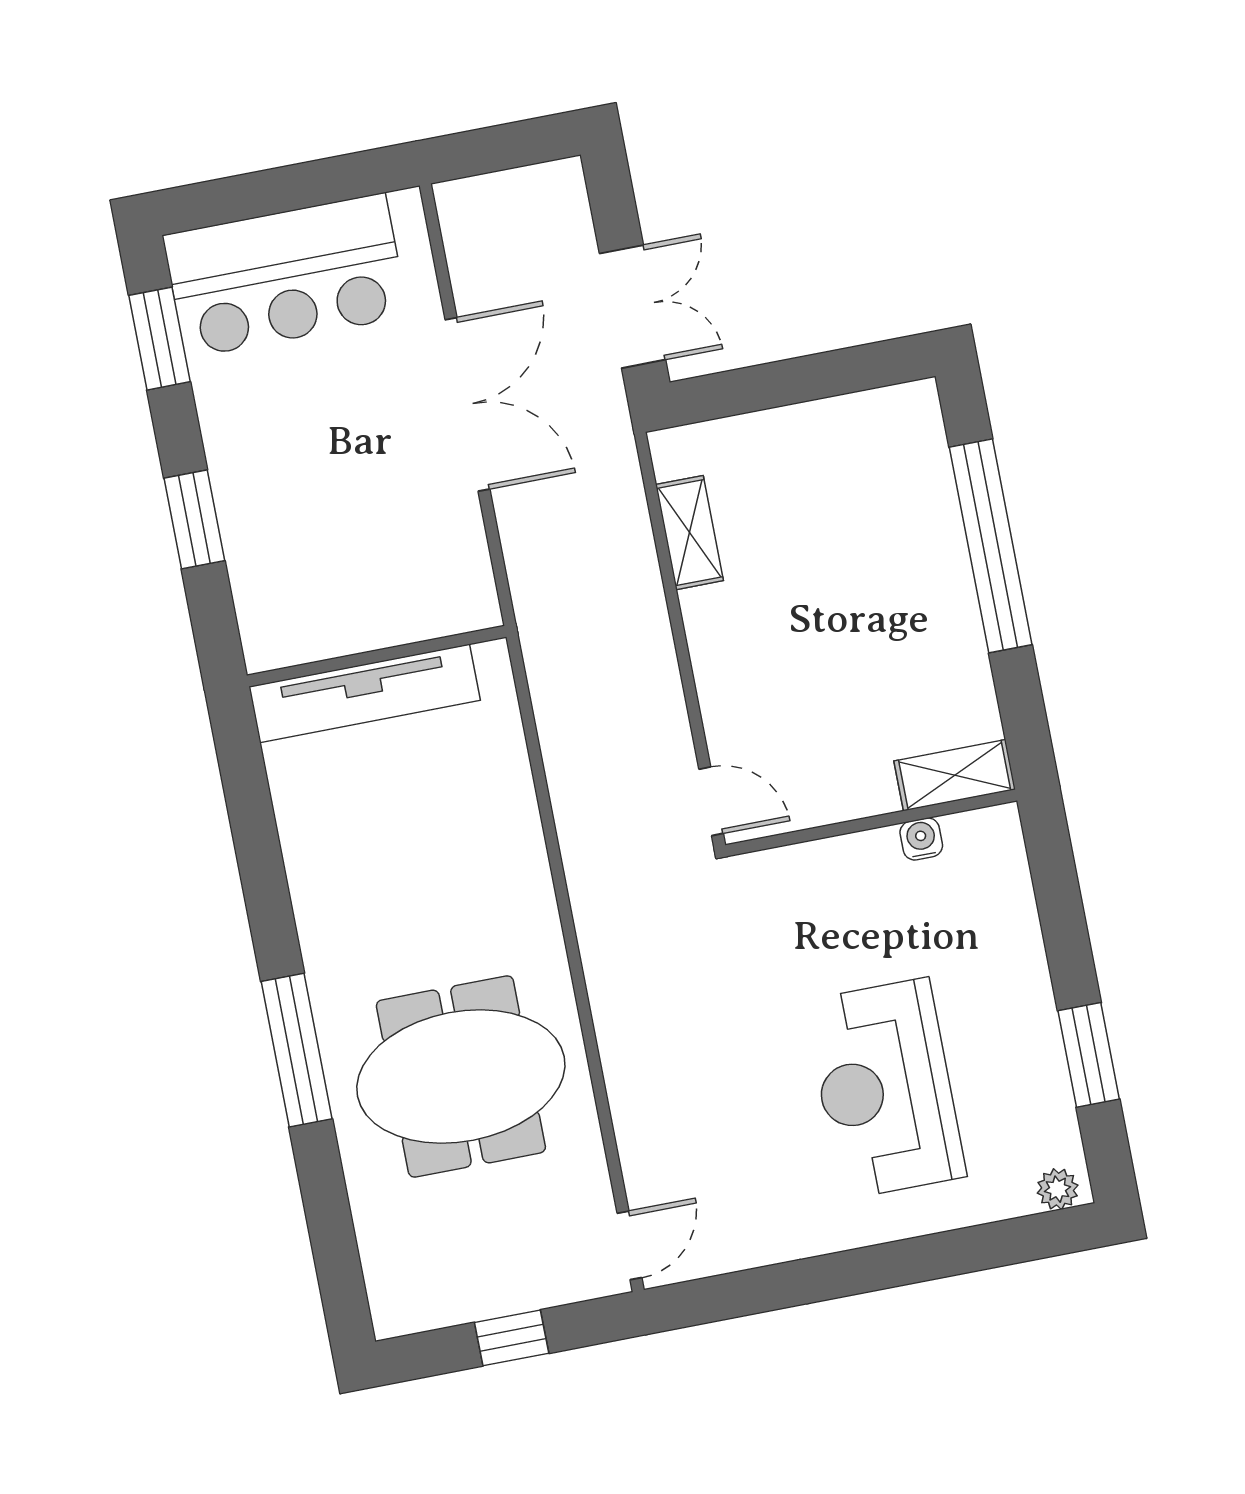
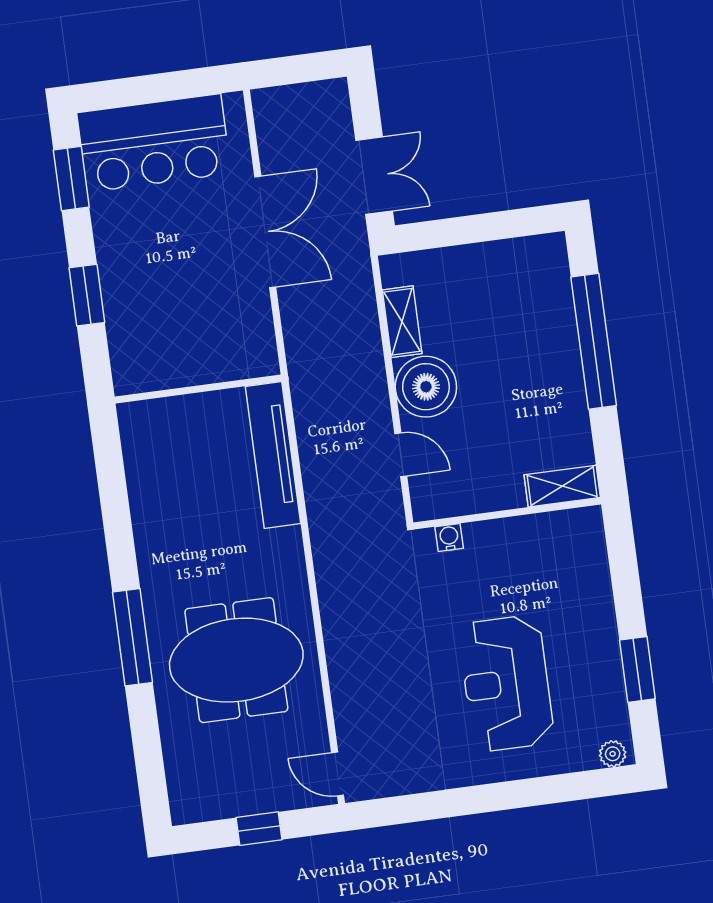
boiler: (733, 632) -> (426, 387), added
tv unit: (365, 693) -> (273, 455), moved, turned 90
door: (711, 801) -> (401, 455), moved
water cooler: (921, 839) -> (449, 537), moved
door: (629, 1245) -> (338, 774), swing flipped

